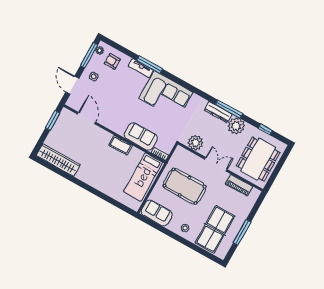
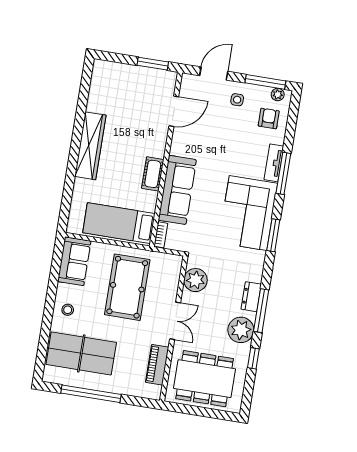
window: (185, 85) -> (273, 235), added
dresser: (218, 112) -> (251, 297), width x0.70
window: (265, 129) -> (253, 358), moved
sofa: (141, 136) -> (177, 190), width x1.36
wardrobe: (58, 160) -> (90, 146), moved
window: (242, 232) -> (91, 394), width x1.46

